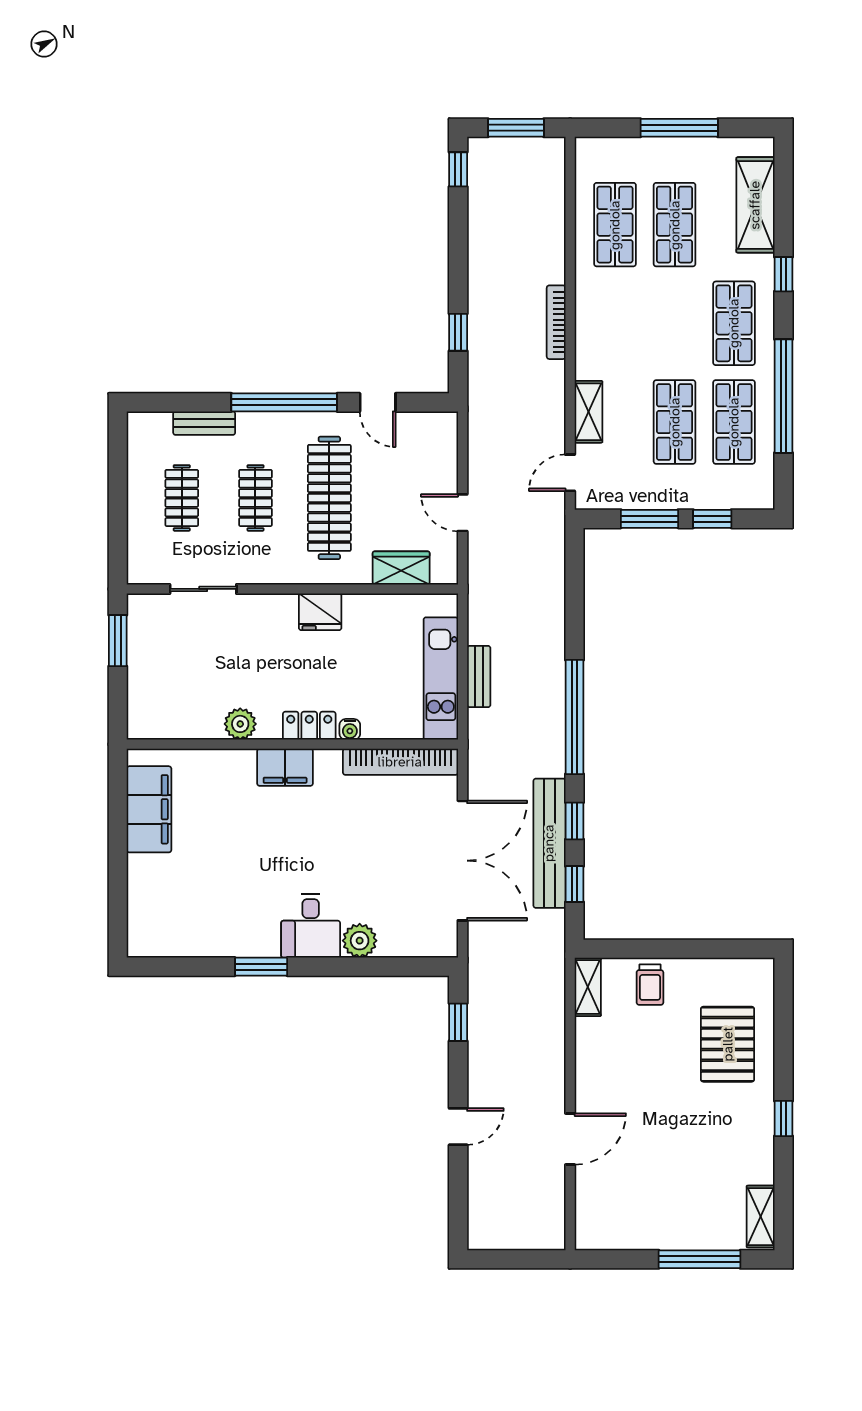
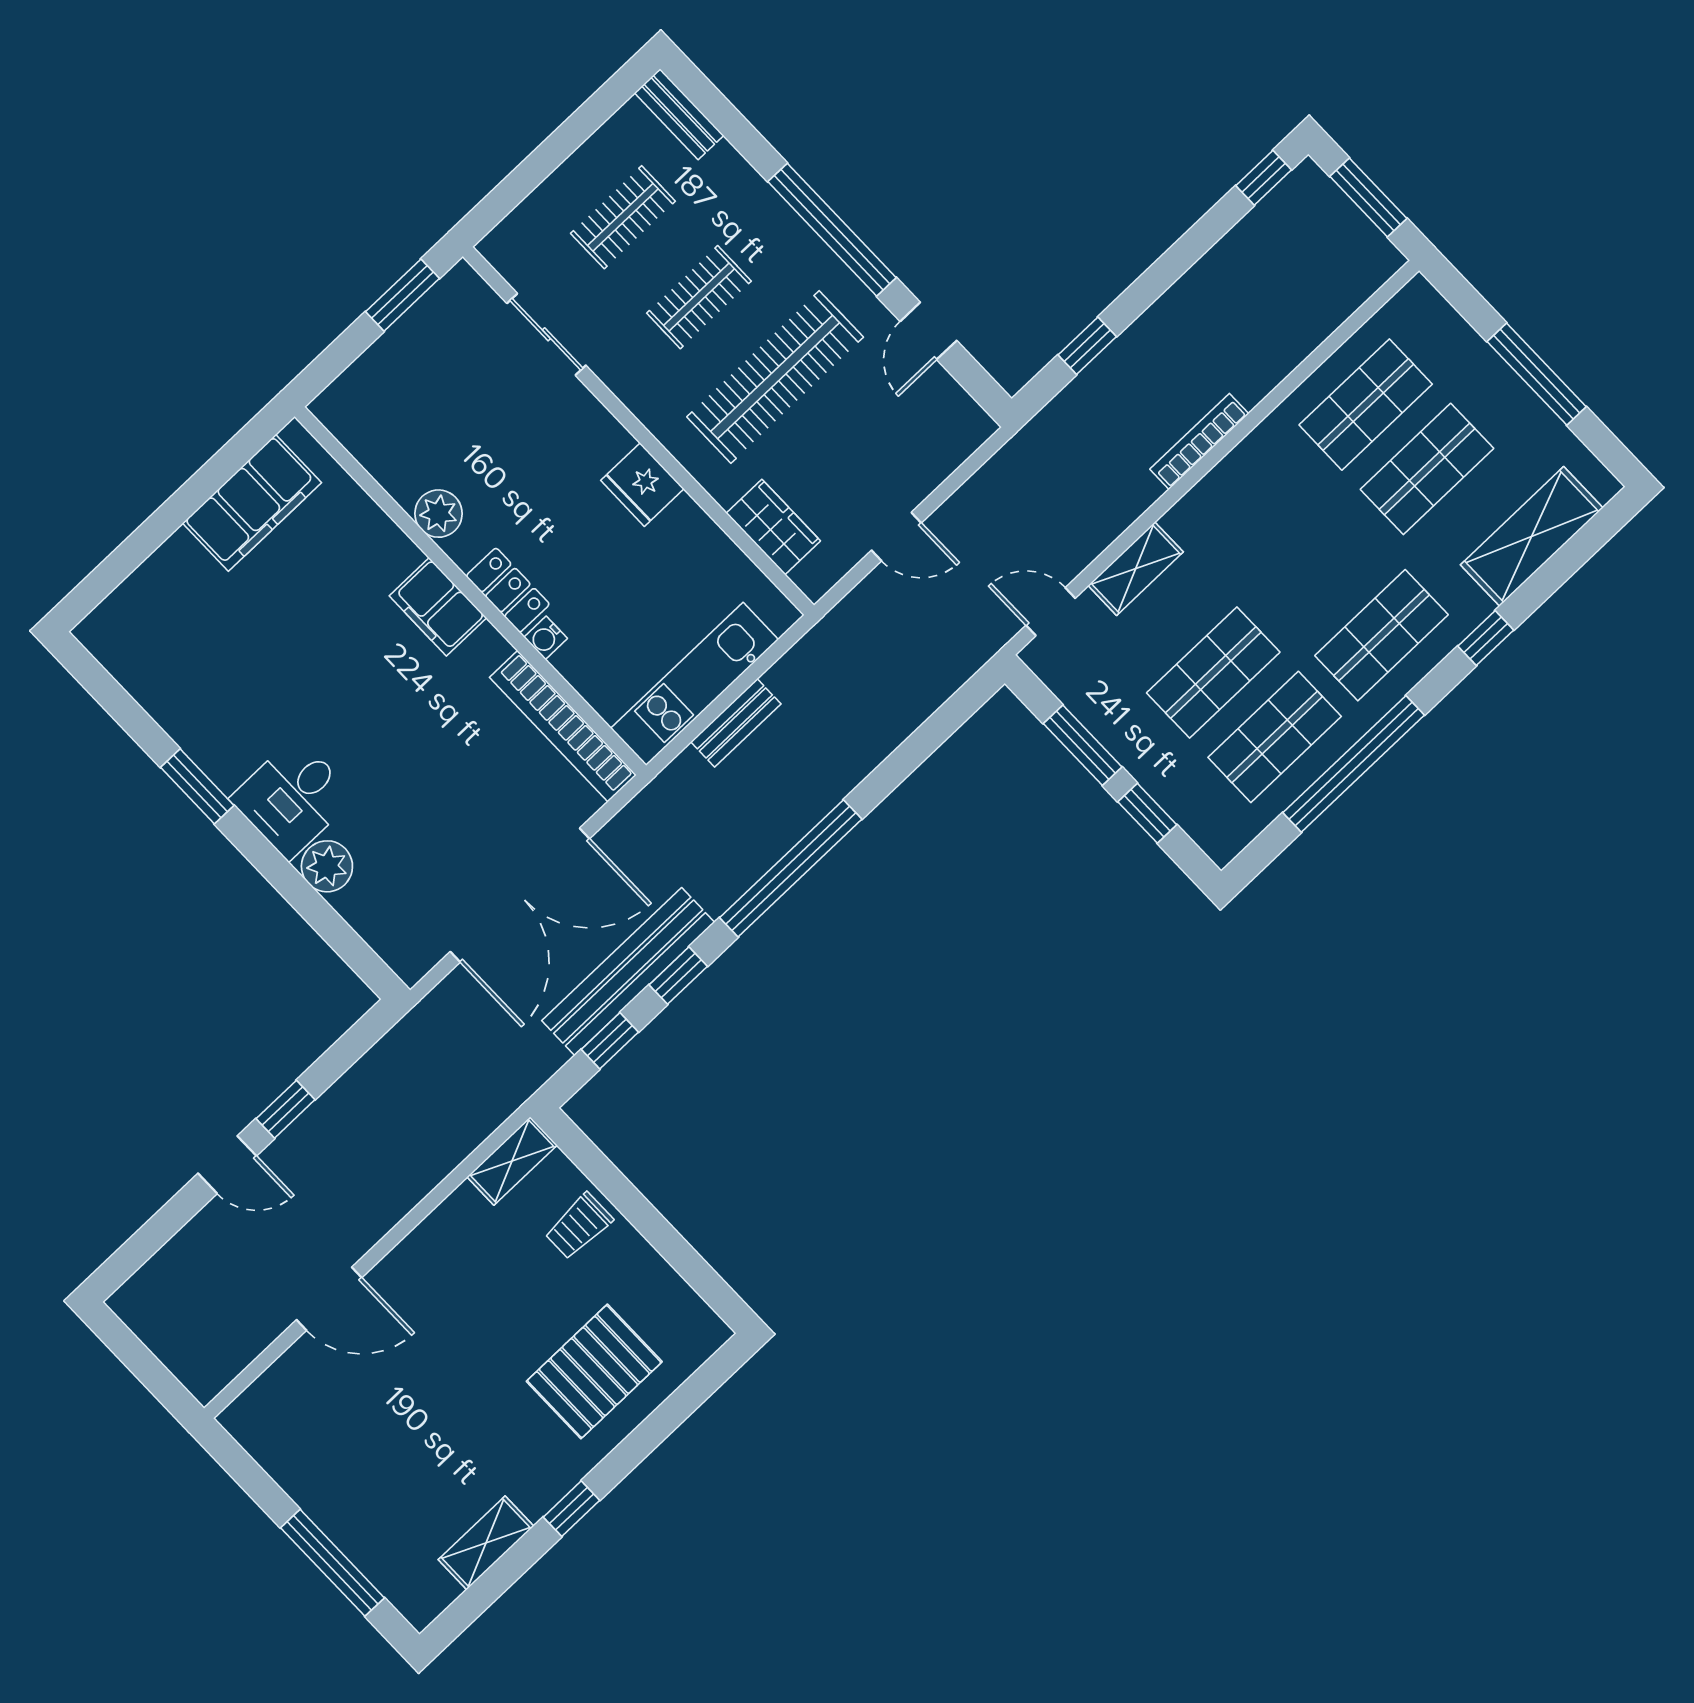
bench: (204, 423) -> (679, 114), moved
door: (463, 513) -> (896, 537), swing flipped
window: (458, 1022) -> (285, 1109), moved
shelving: (761, 1217) -> (486, 1543), moved

